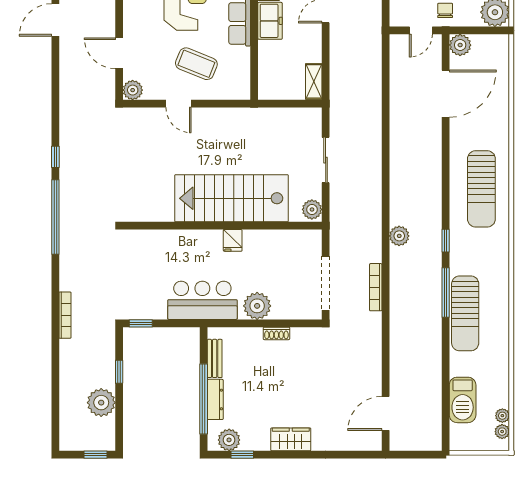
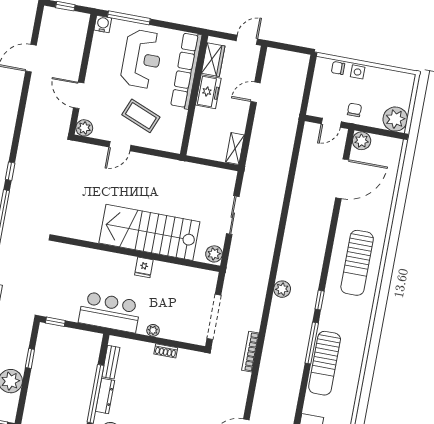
door: (178, 104) -> (120, 146), hinge flipped
bookcase: (376, 287) -> (250, 352), moved
plant: (257, 306) -> (153, 330), width x0.53, depth x0.53

